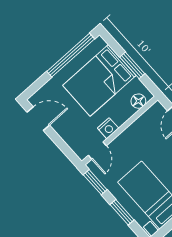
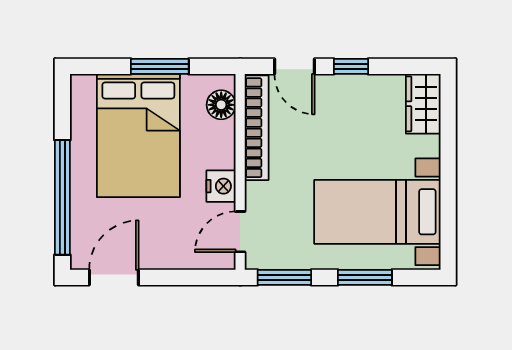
window: (71, 55) -> (62, 197), moved
bookcase: (142, 122) -> (257, 128), added
door: (97, 151) -> (240, 232), swing flipped

